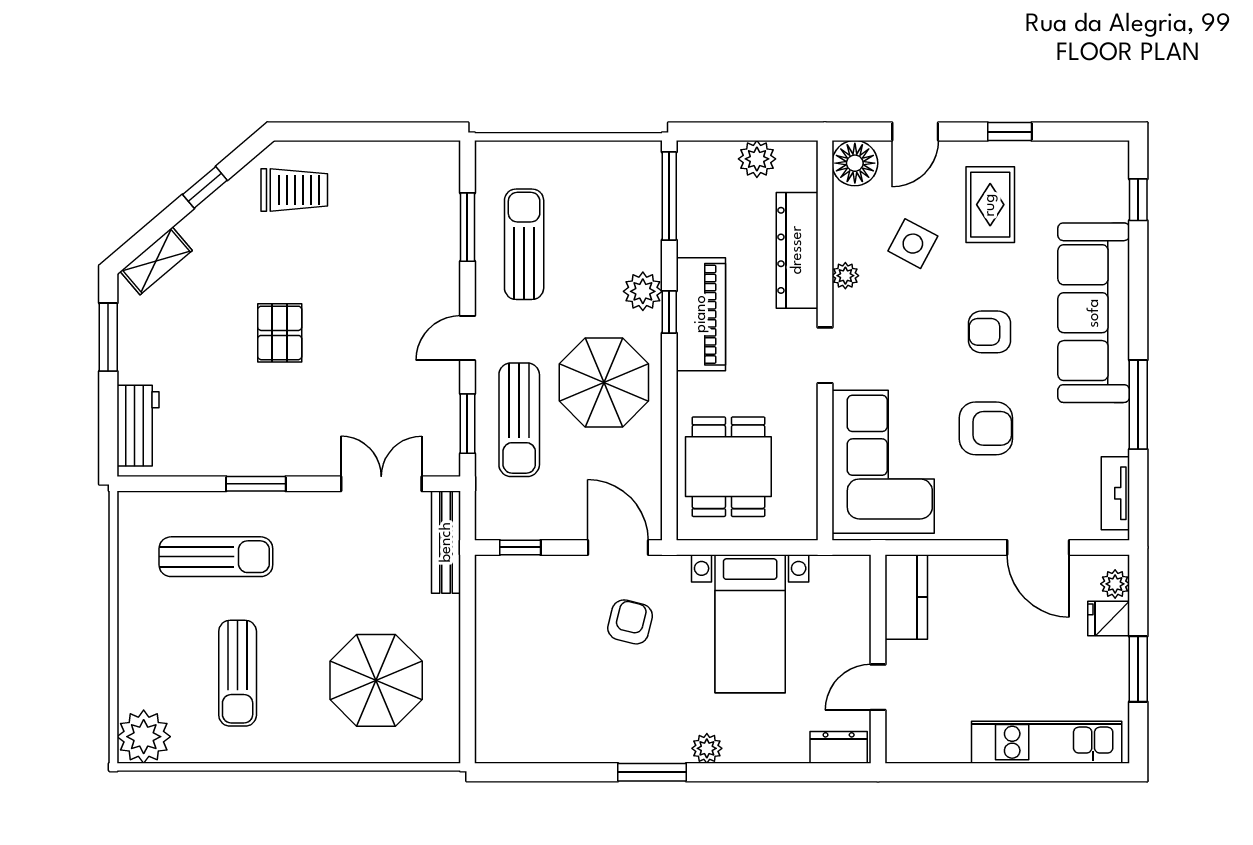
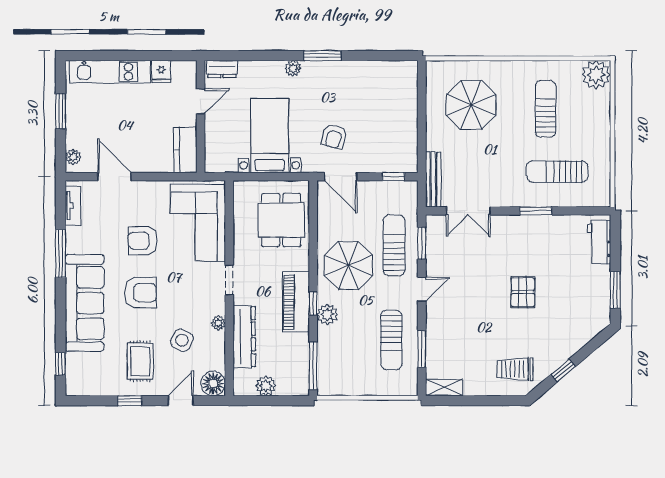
shelving: (156, 261) -> (444, 387), moved, turned 40
armchair: (989, 332) -> (141, 293), width x1.38, depth x1.38
fridge: (1109, 618) -> (161, 71), moved, turned 90

